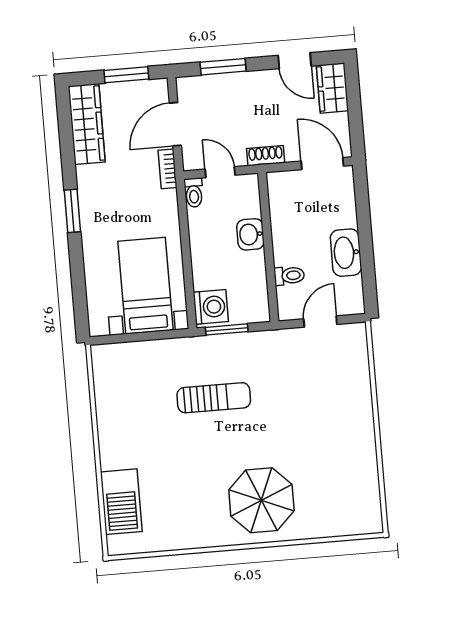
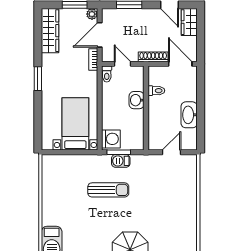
plant: (159, 88) -> (92, 14), added
shoe rack: (266, 156) -> (153, 57), width x1.43
toilet: (289, 276) -> (156, 91), moved
barbecue: (231, 344) -> (121, 161), added

